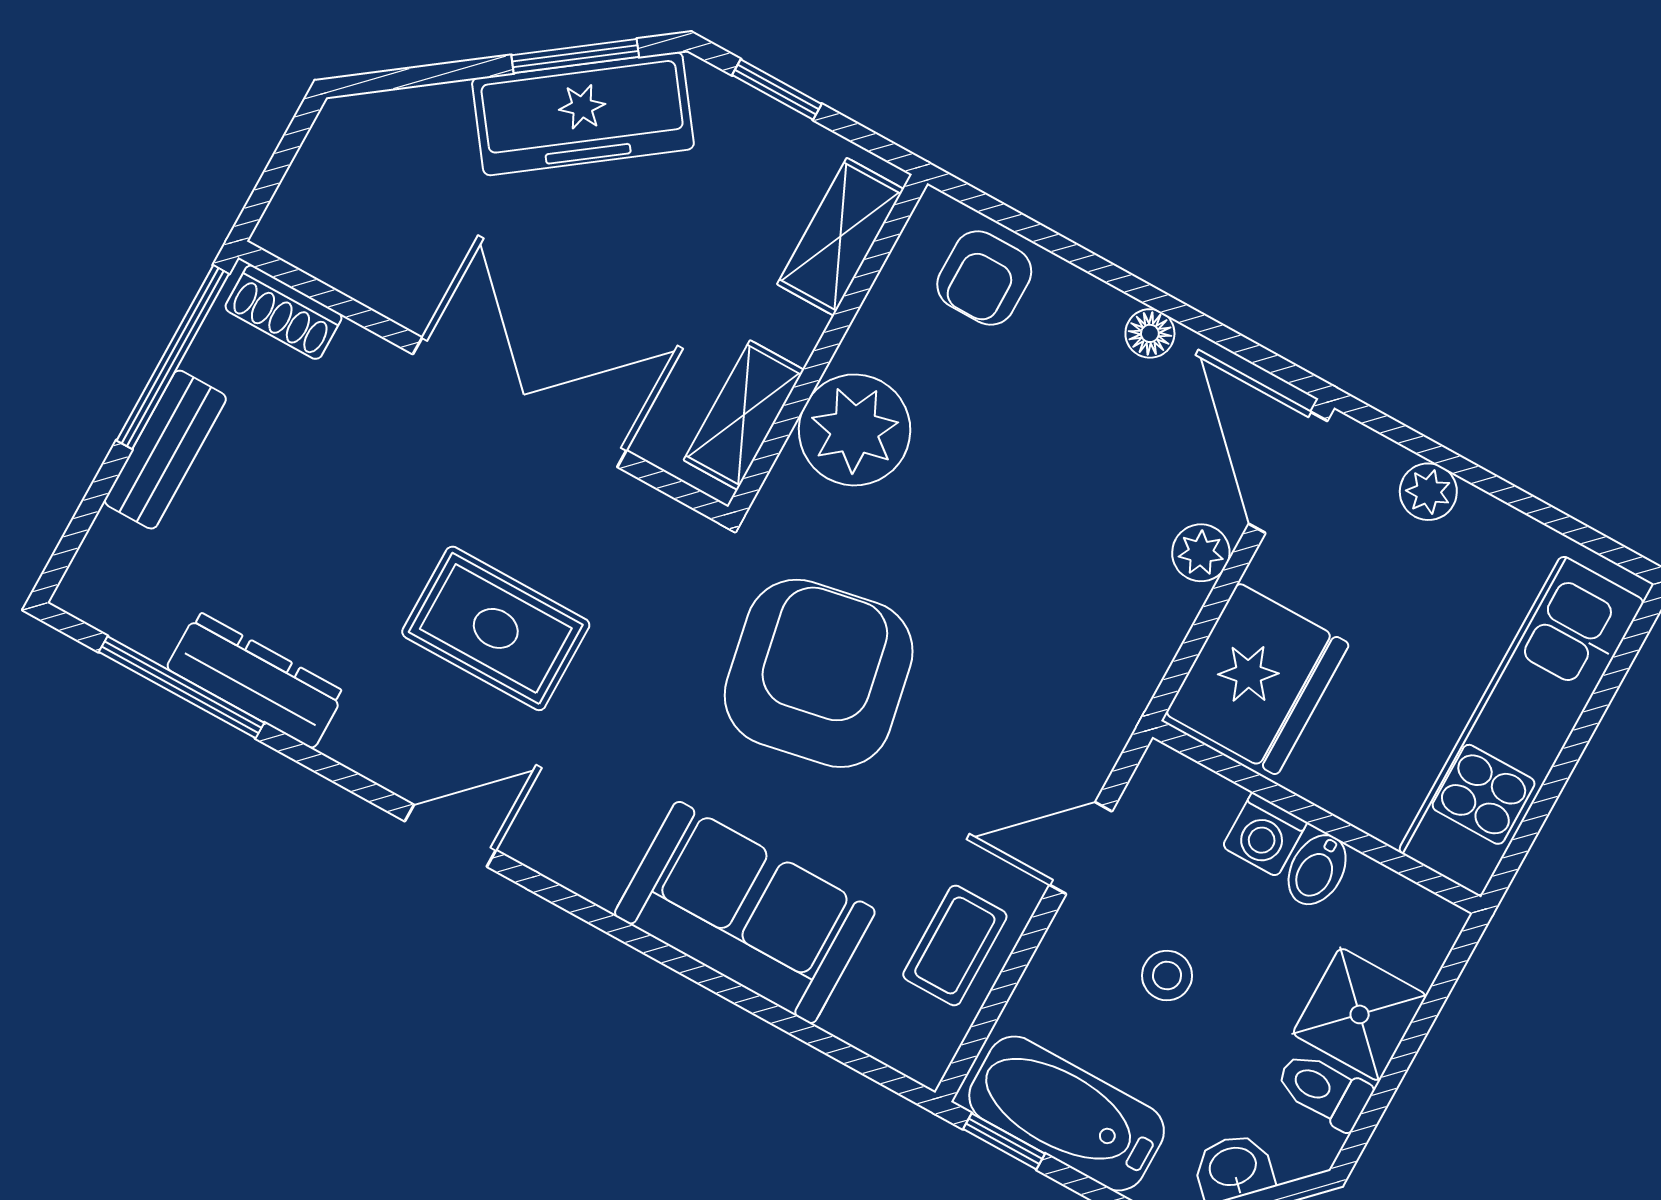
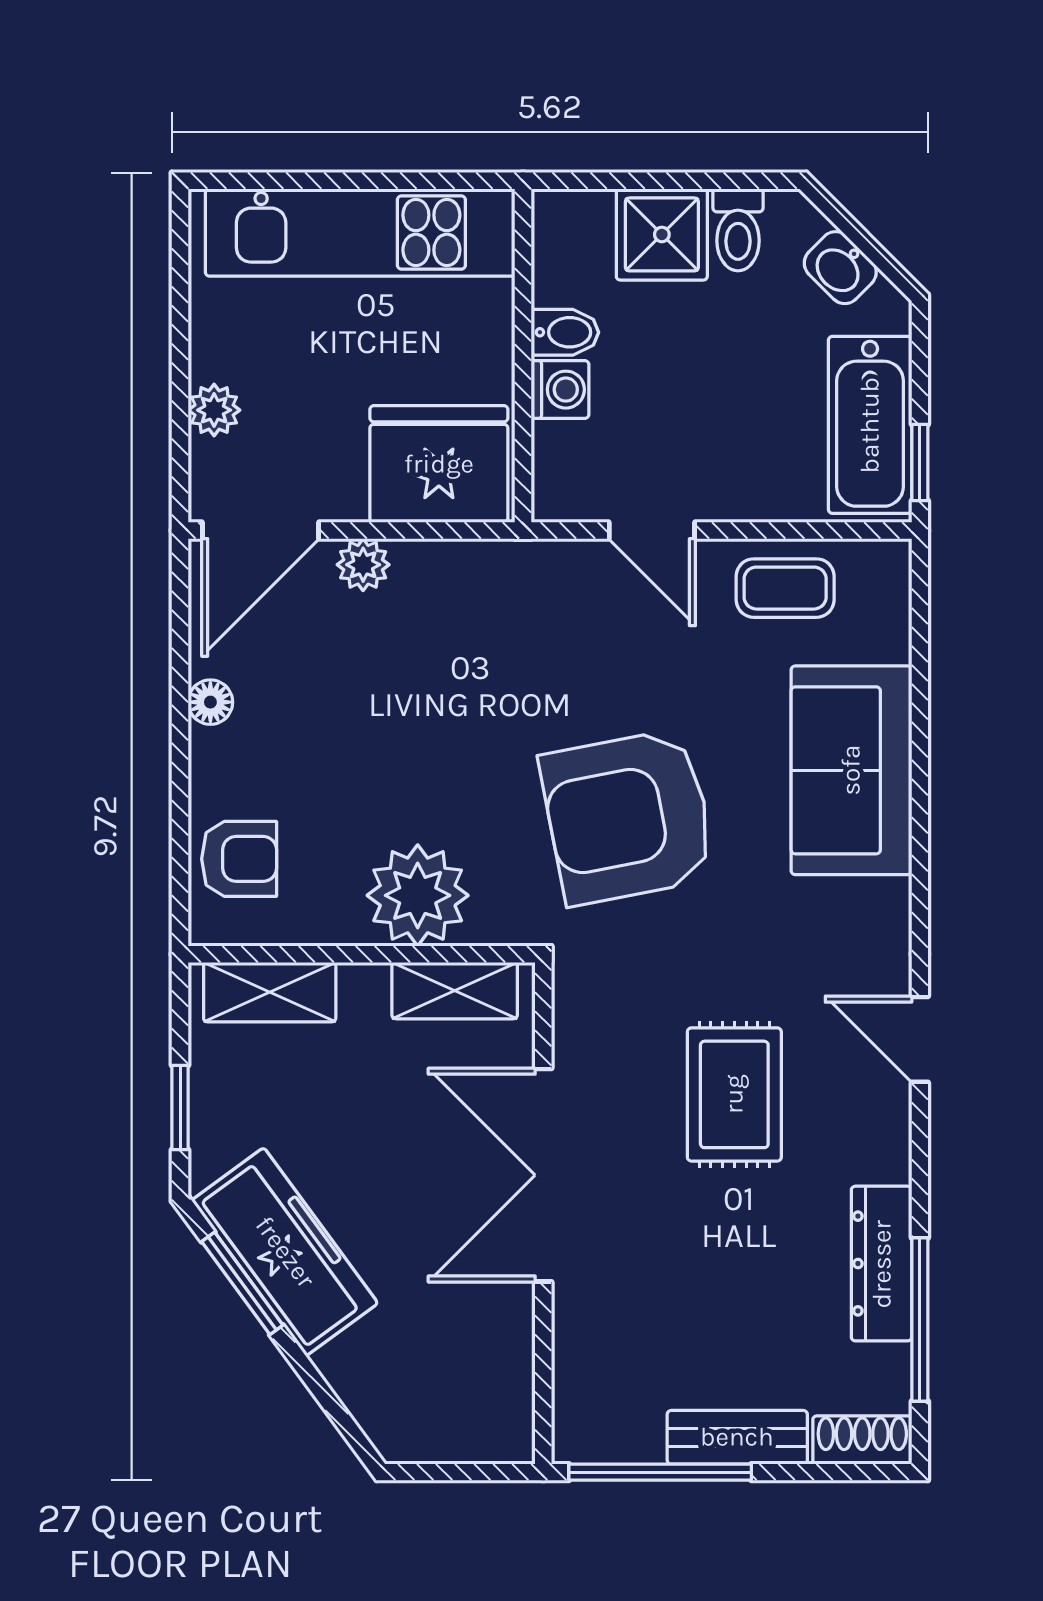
shoe rack: (284, 312) -> (862, 1440), moved, turned -90
stool: (1167, 976) -> (716, 405), removed

